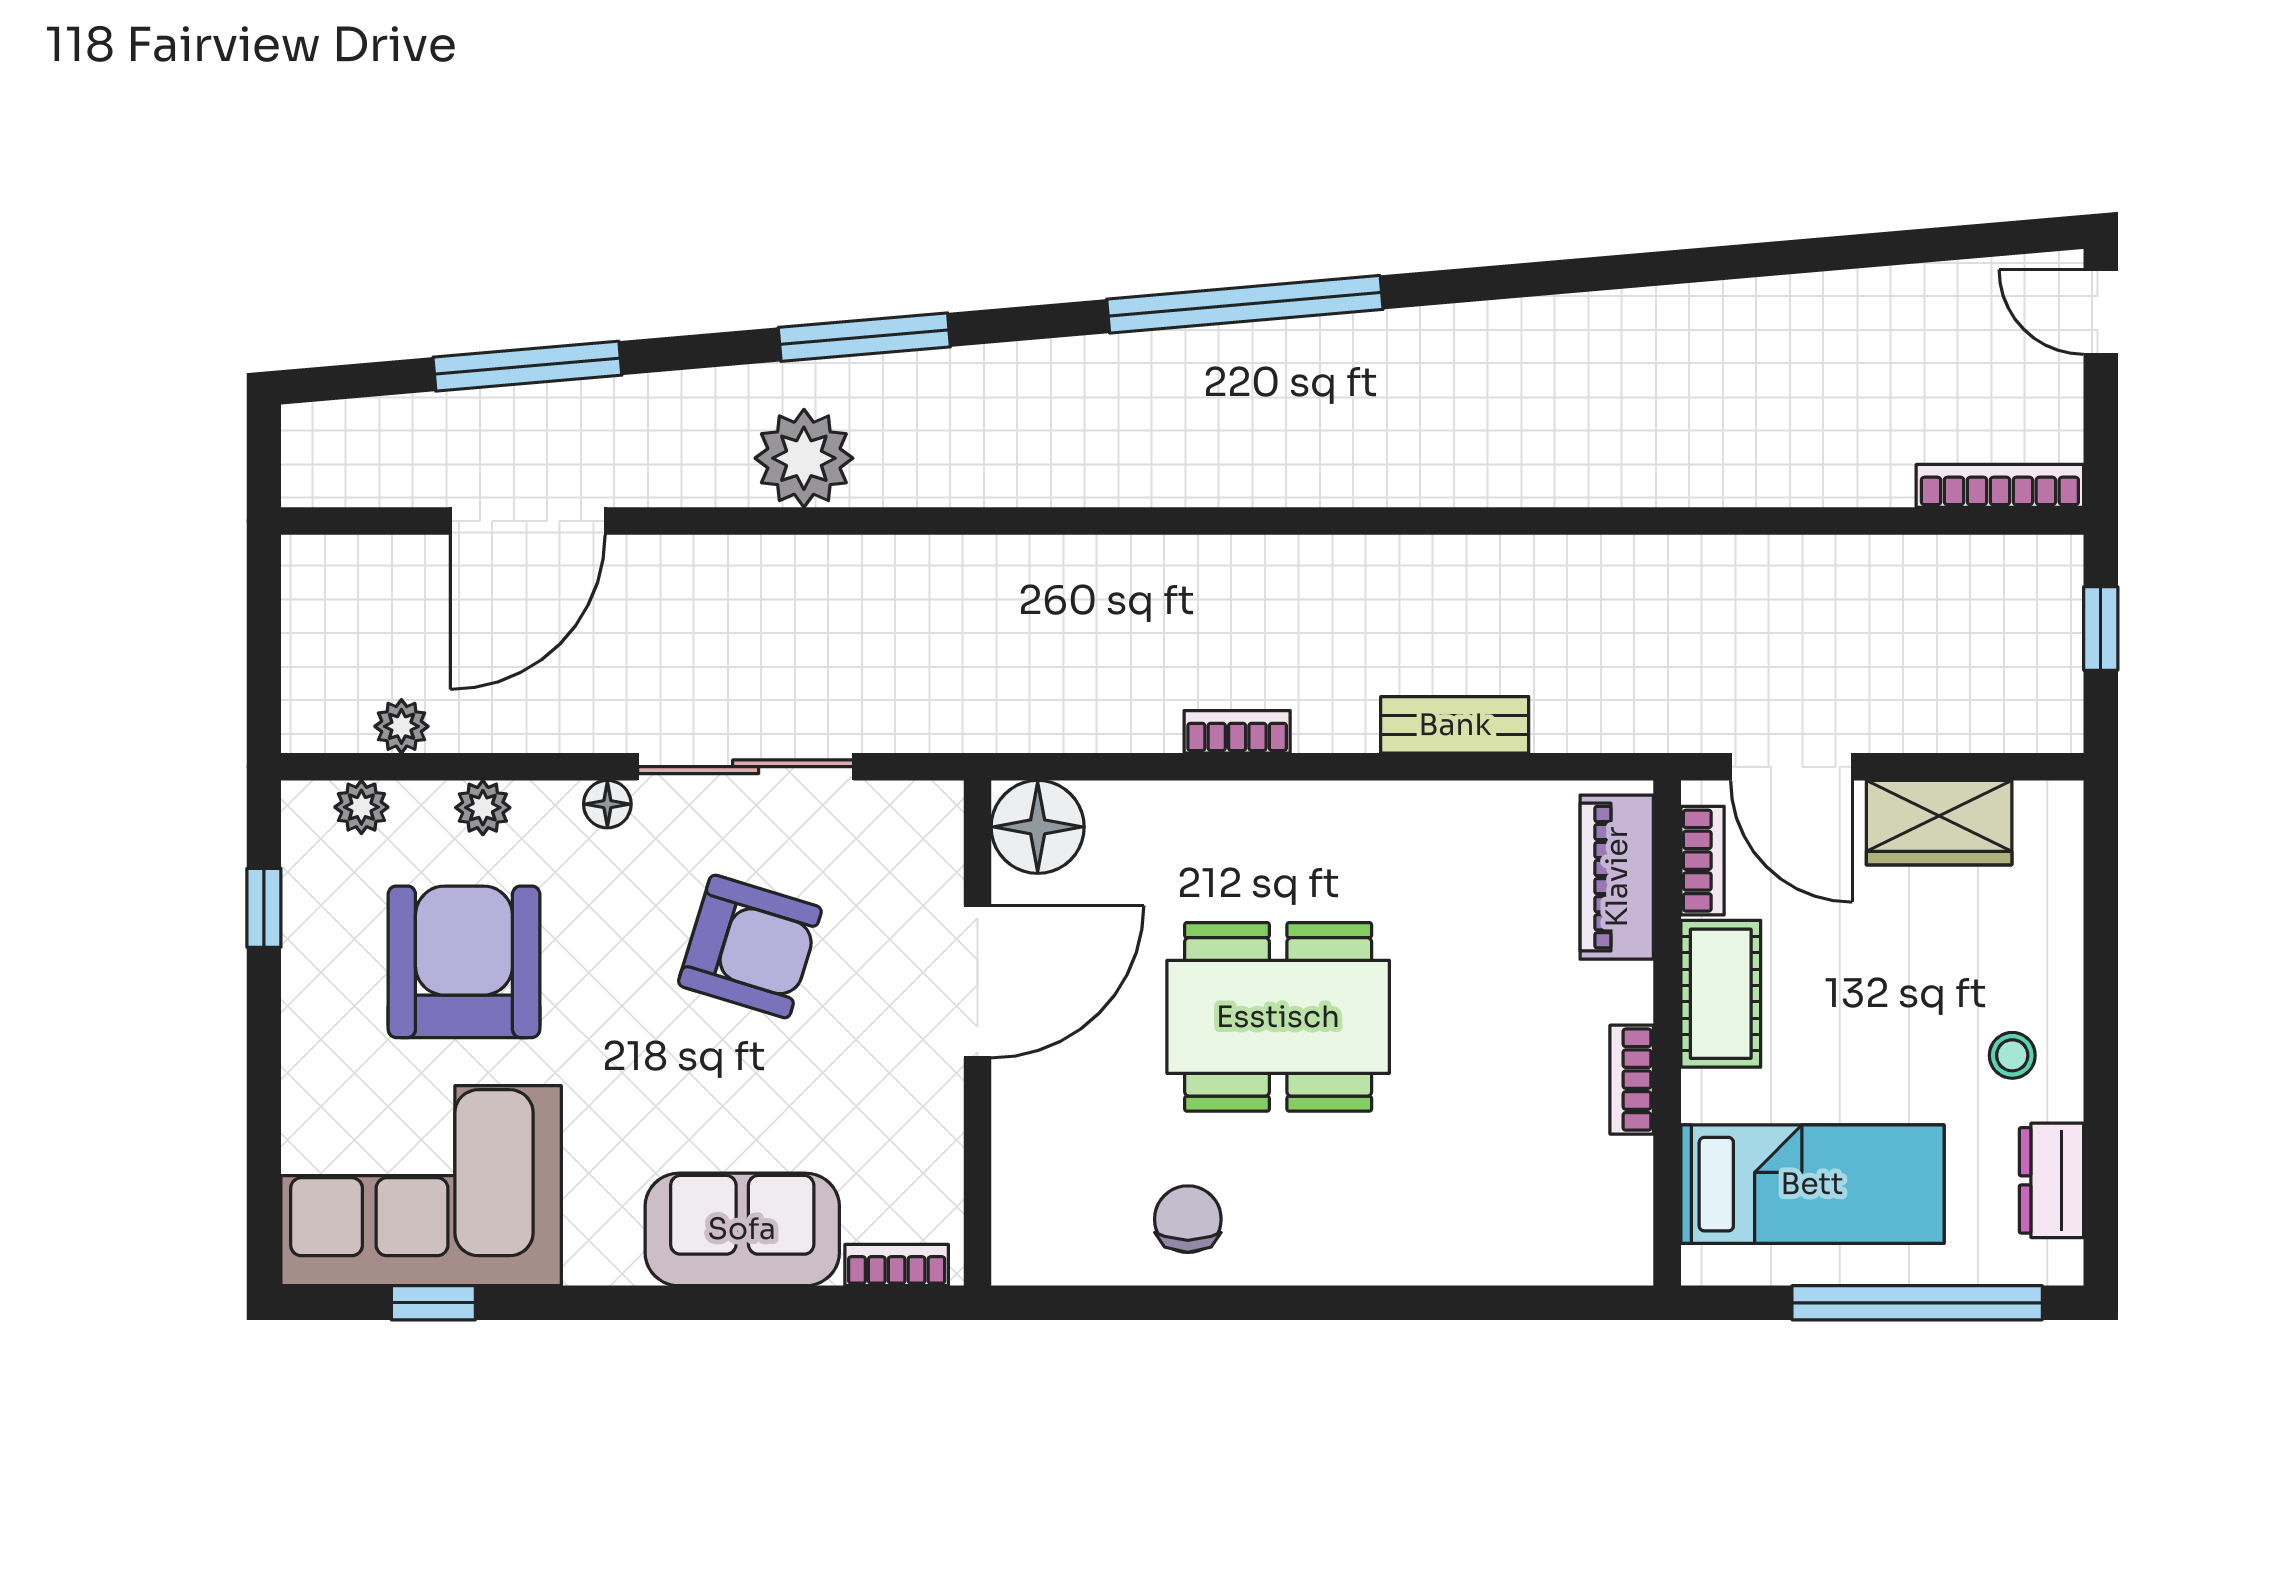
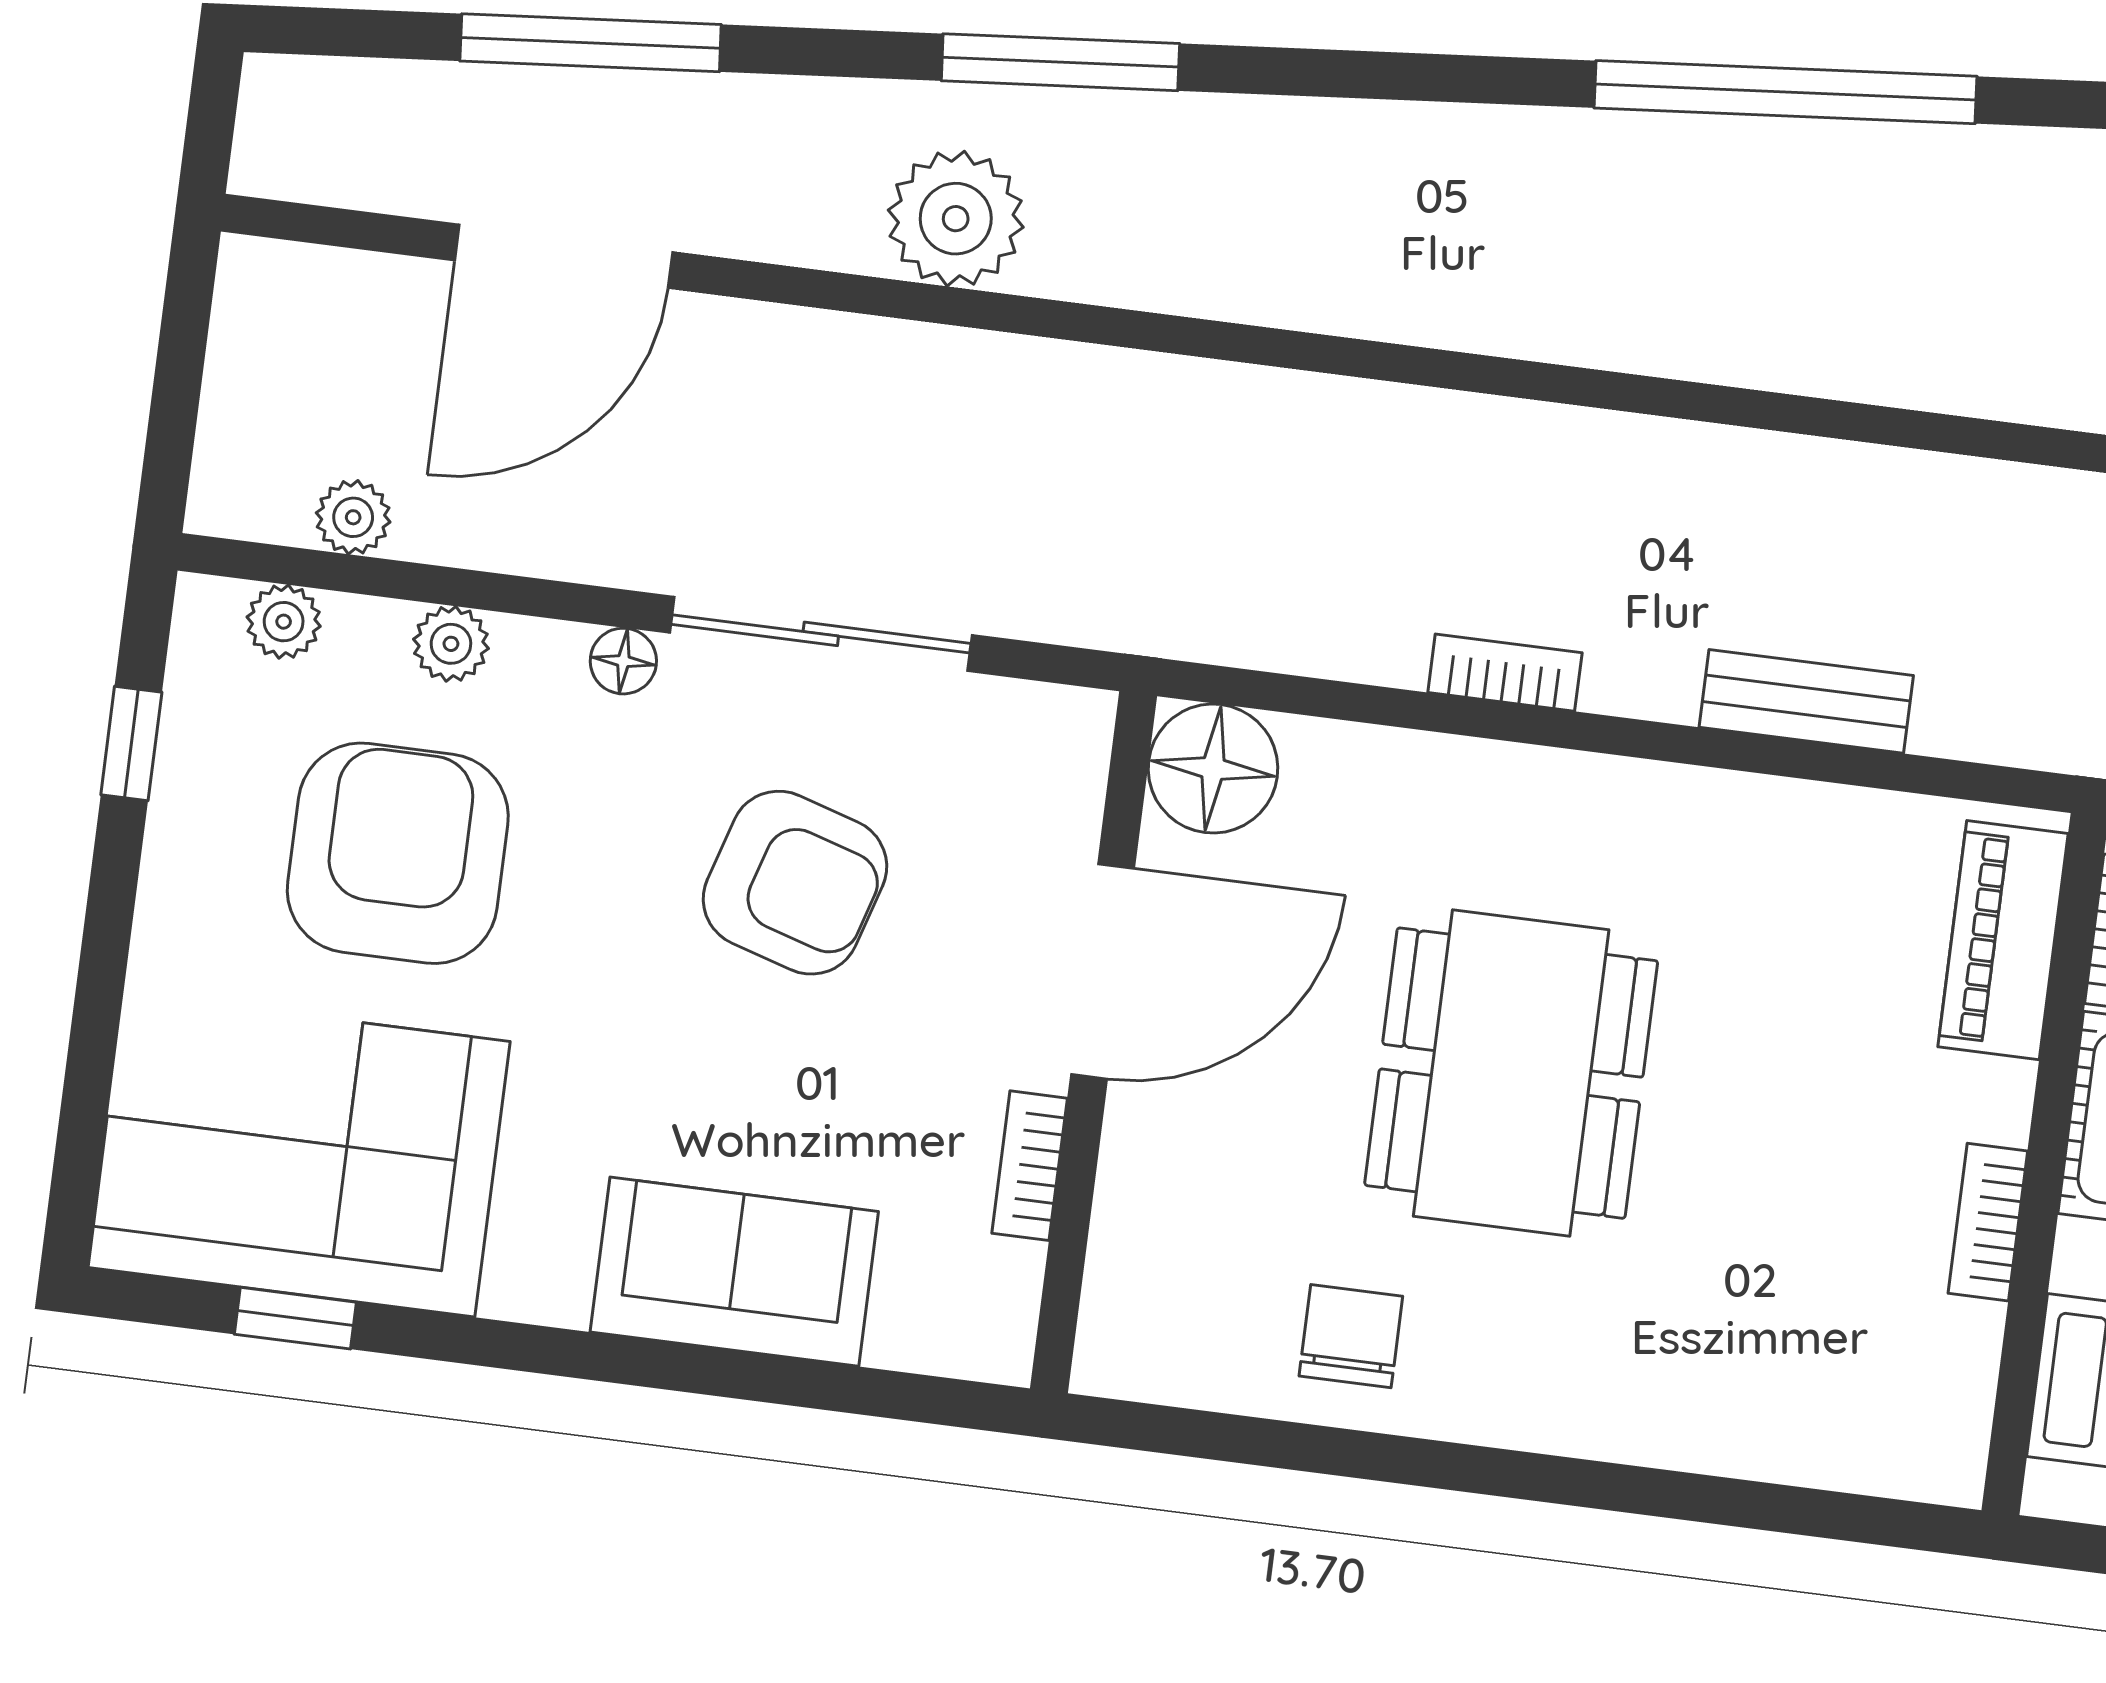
window: (1245, 304) -> (1785, 92), moved
dining table: (1278, 1017) -> (1511, 1073), turned 90
bookcase: (897, 1265) -> (1030, 1166), moved, turned -90

